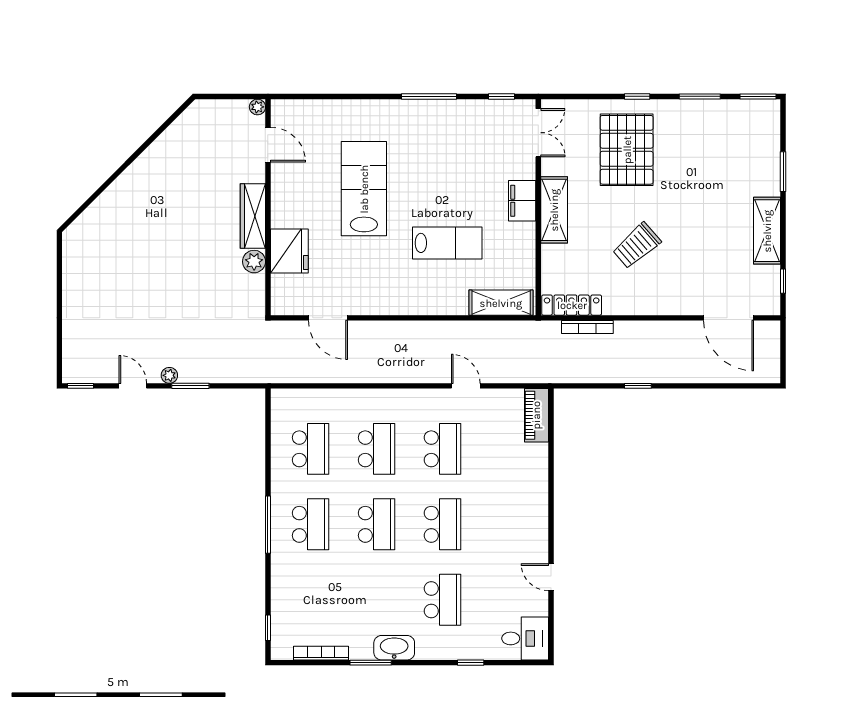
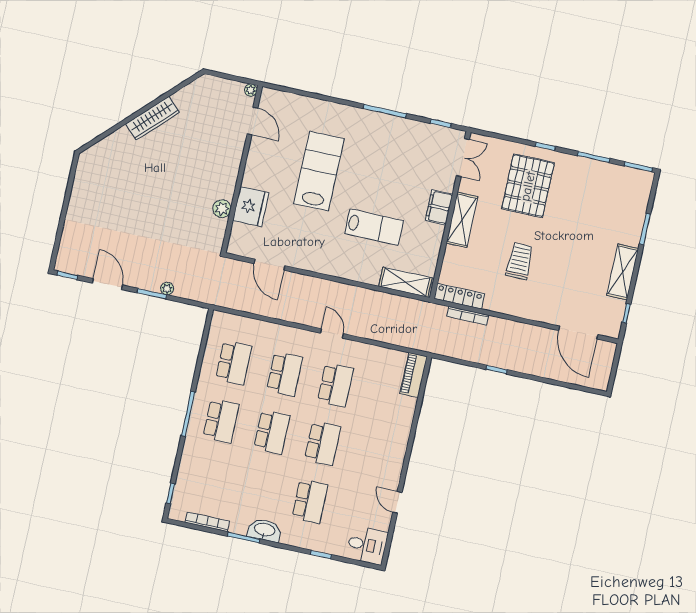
wardrobe: (253, 216) -> (153, 118), moved, turned -135
trolley: (637, 246) -> (520, 261), turned 131
plant: (169, 375) -> (167, 289), moved
door: (133, 386) -> (107, 284), width x1.38
door: (466, 386) -> (332, 333), moved

